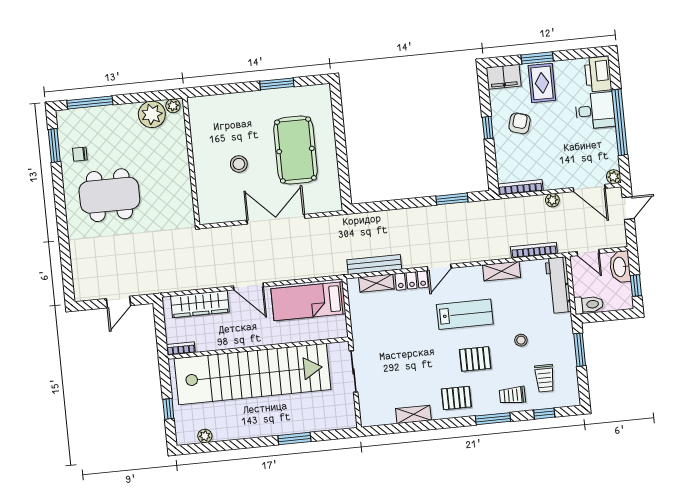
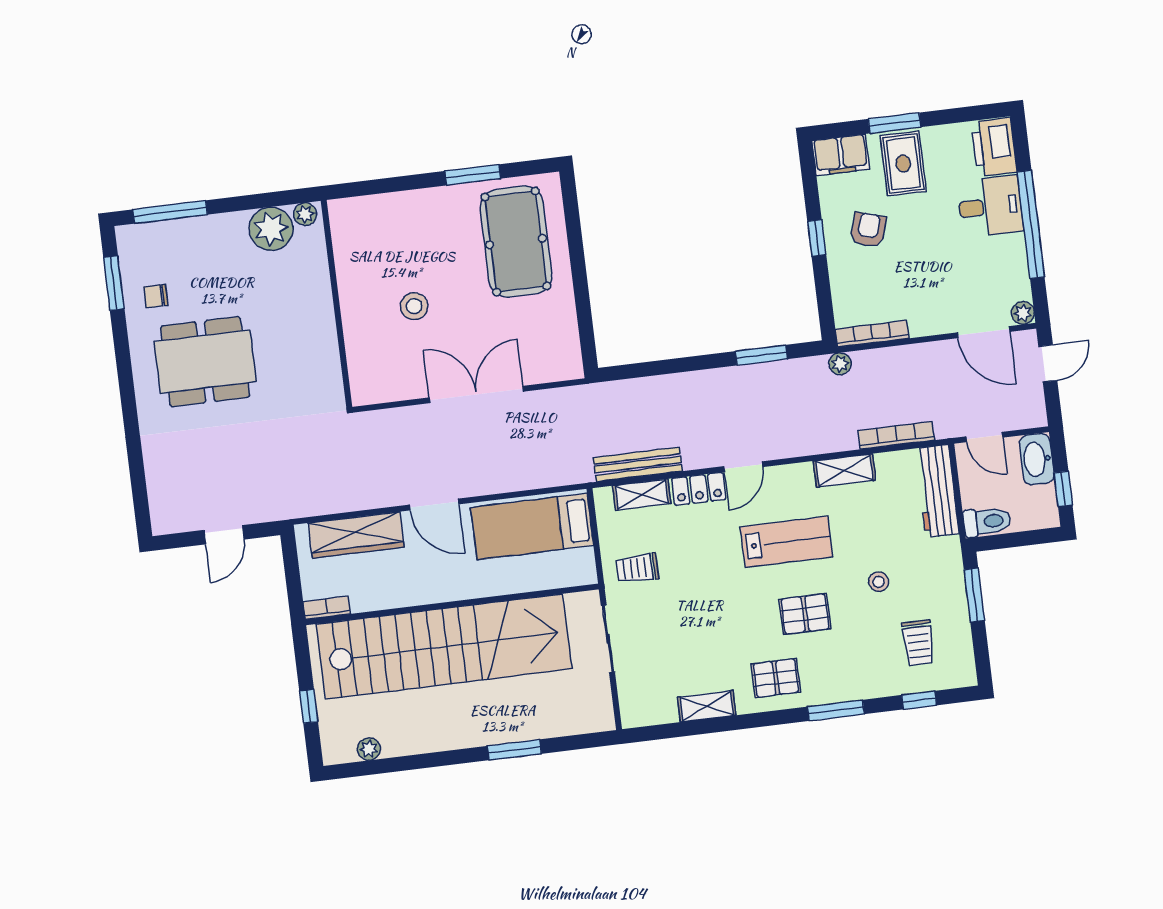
pool table: (296, 150) -> (516, 242), moved
plant: (552, 200) -> (840, 364), moved
trolley: (512, 395) -> (637, 568), moved

